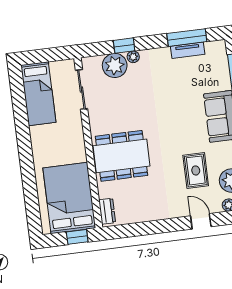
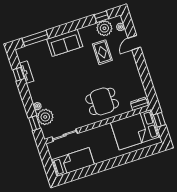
window: (187, 38) -> (19, 74), width x0.46
window: (124, 46) -> (35, 123), moved
dining table: (121, 156) -> (102, 101), width x0.73
rug: (196, 170) -> (102, 52), turned 90

